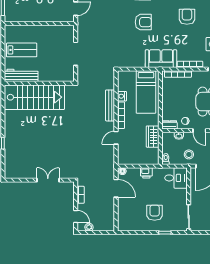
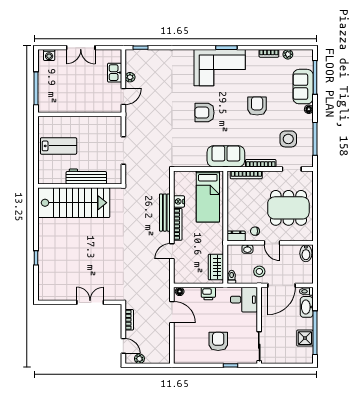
armchair: (143, 22) -> (205, 113), turned 180
workbench: (21, 75) -> (86, 177), moved
wardrobe: (153, 137) -> (216, 267), moved

